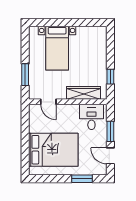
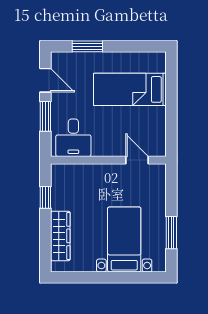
window: (25, 75) -> (171, 233), moved
wardrobe: (83, 93) -> (60, 236), moved, turned -90
bed: (53, 150) -> (130, 89), width x0.67

